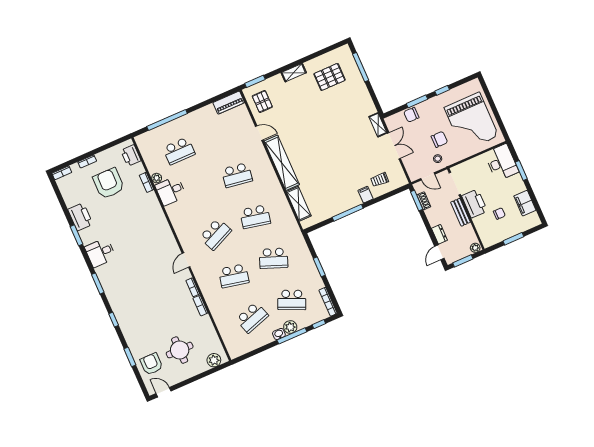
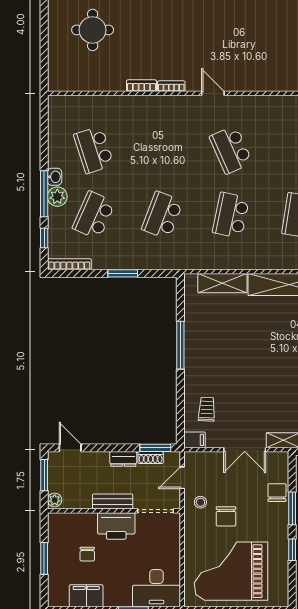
filing cabinet: (366, 195) -> (194, 440), moved
dresser: (439, 234) -> (123, 459), moved
school desk: (234, 276) -> (162, 150), removed
plant: (214, 360) -> (58, 71), removed

